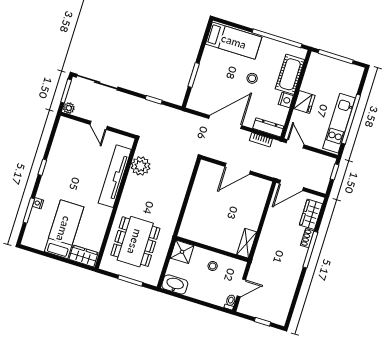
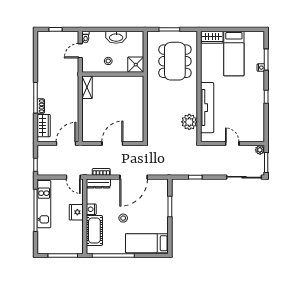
washbasin: (175, 284) -> (116, 37), moved

